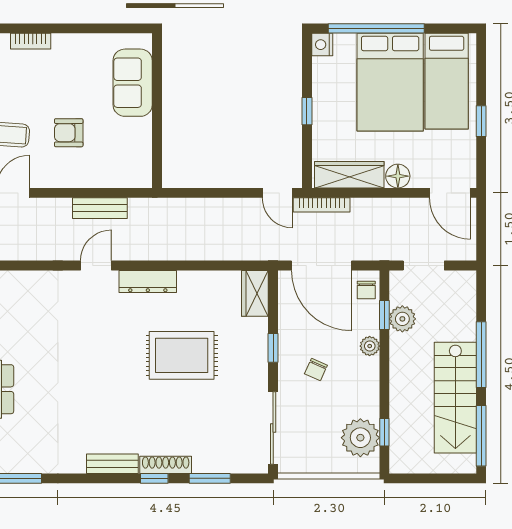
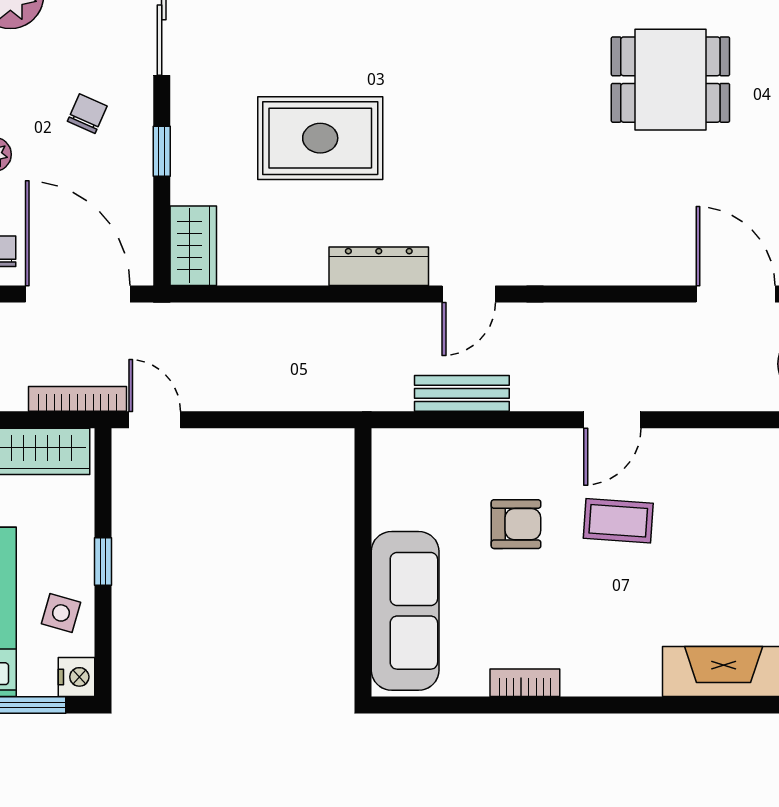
bookcase: (31, 41) -> (525, 683), moved
side table: (331, 81) -> (61, 613), added
sofa: (133, 83) -> (405, 611), width x1.36

